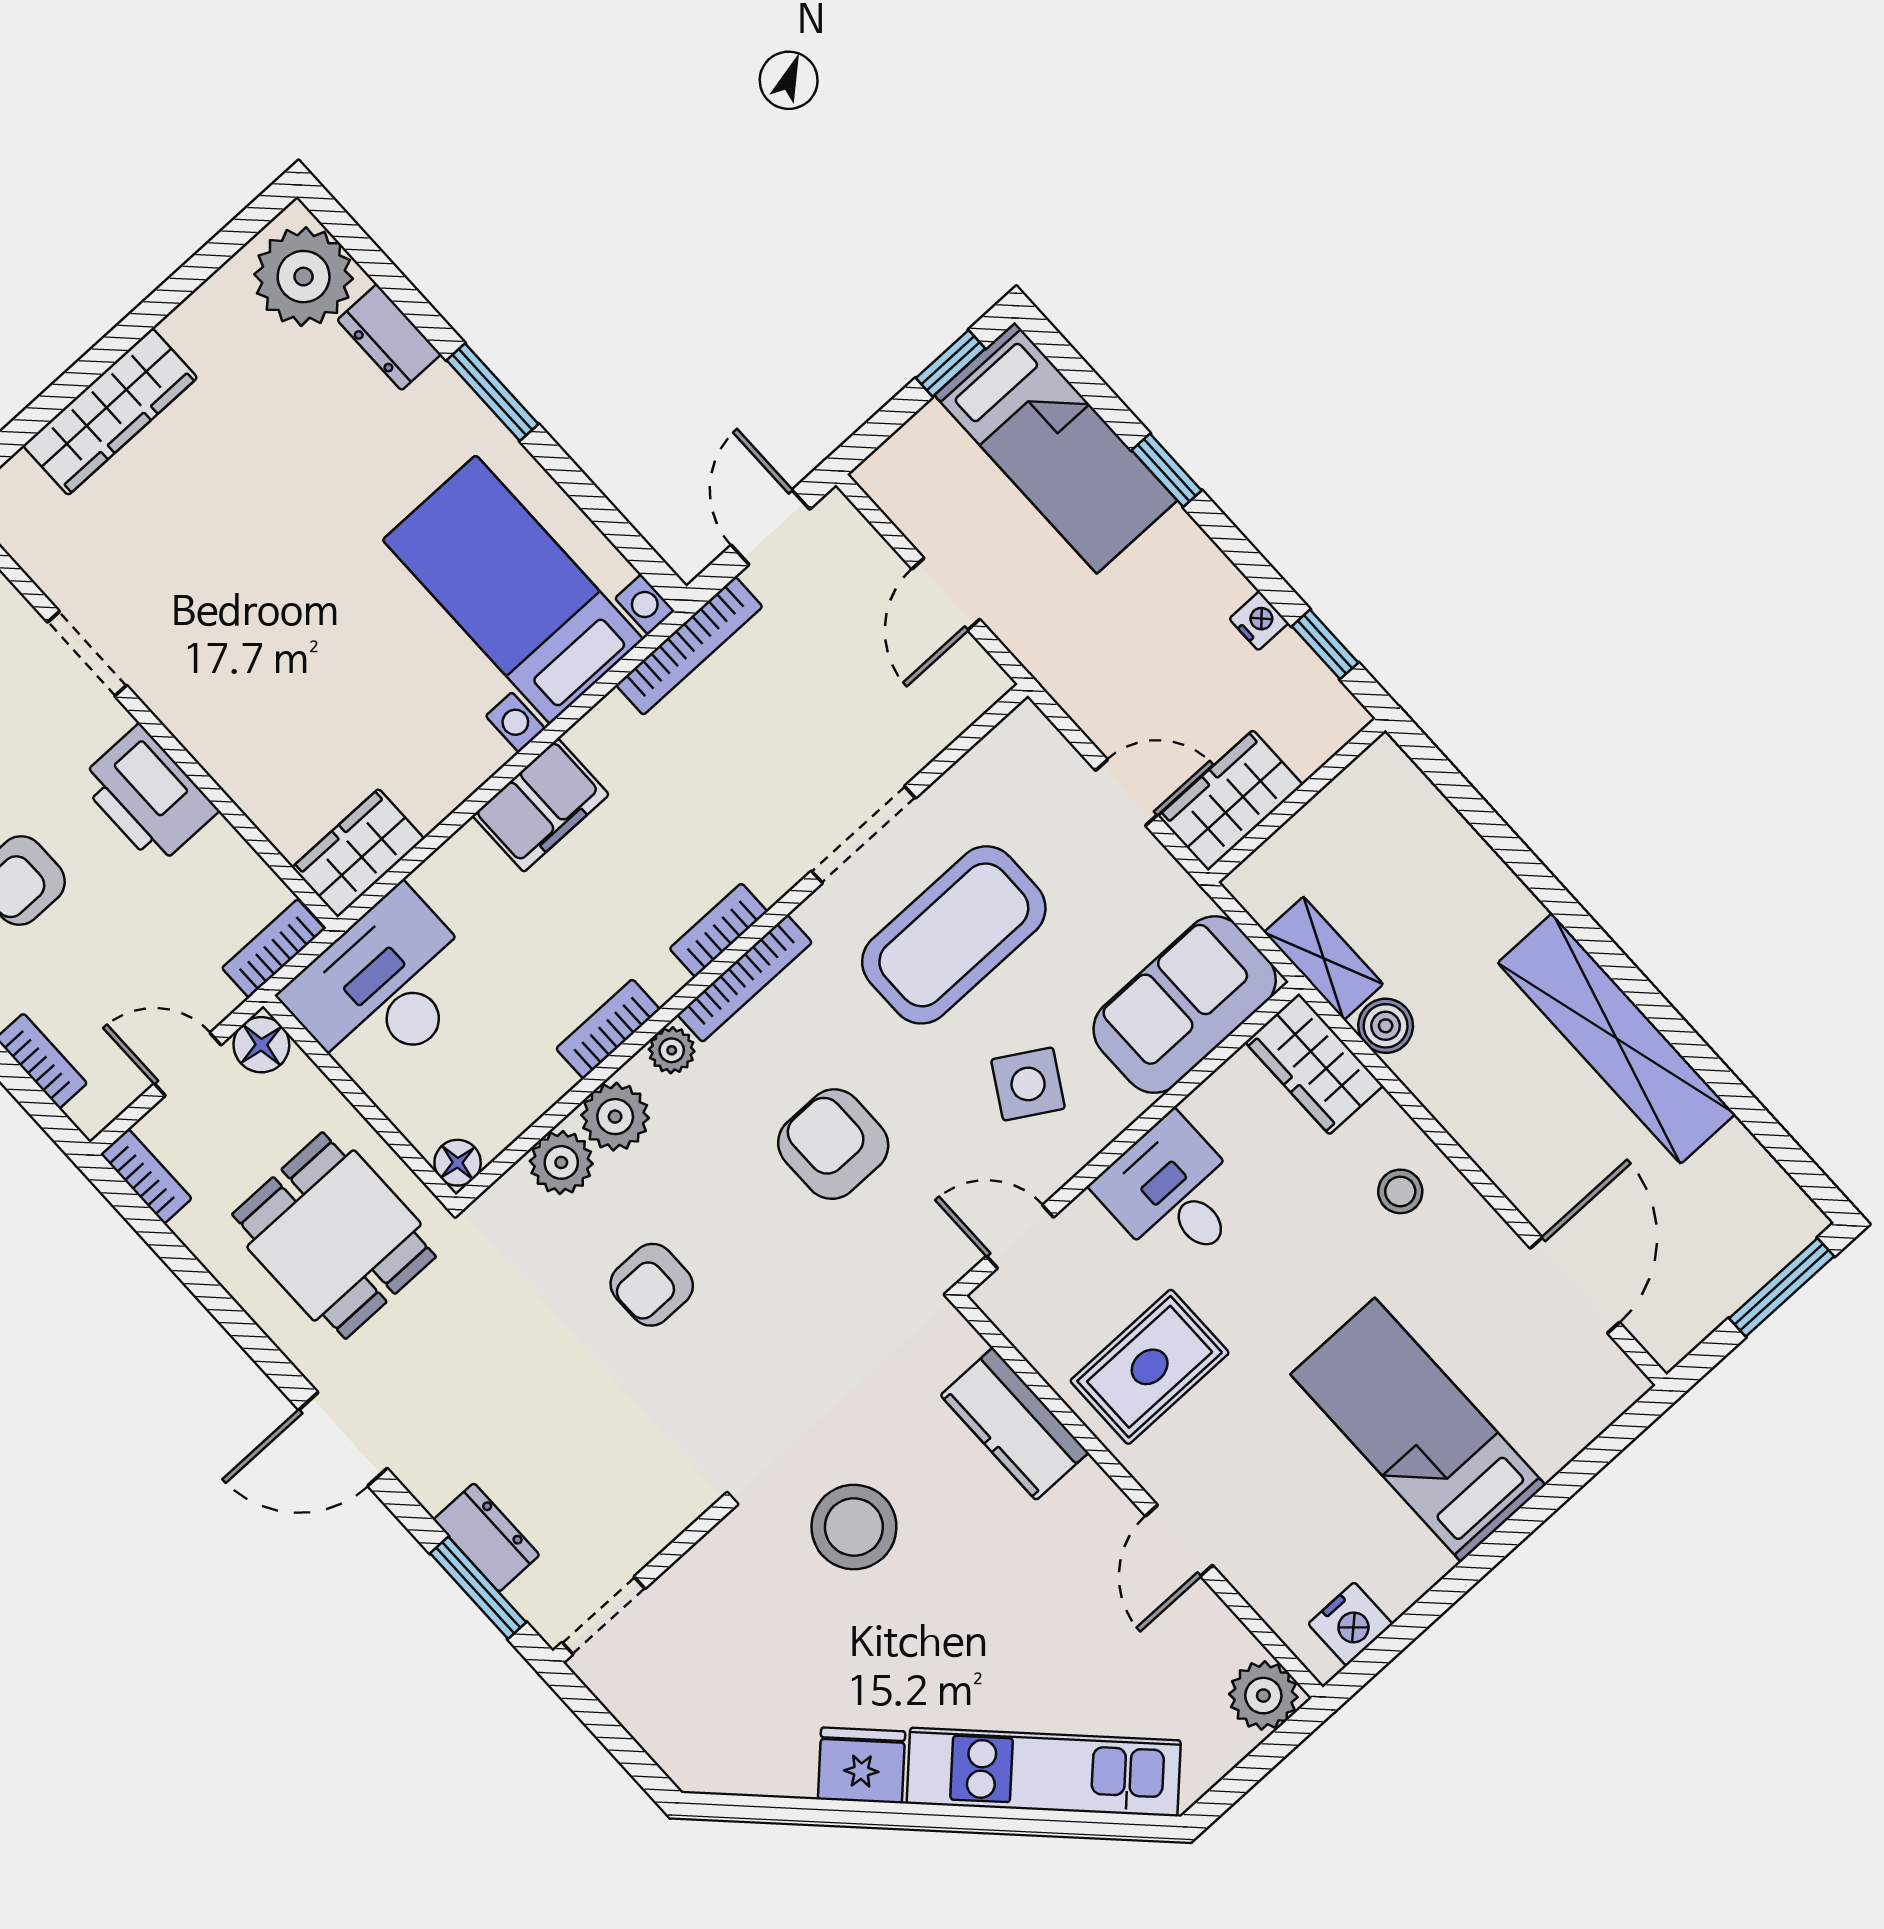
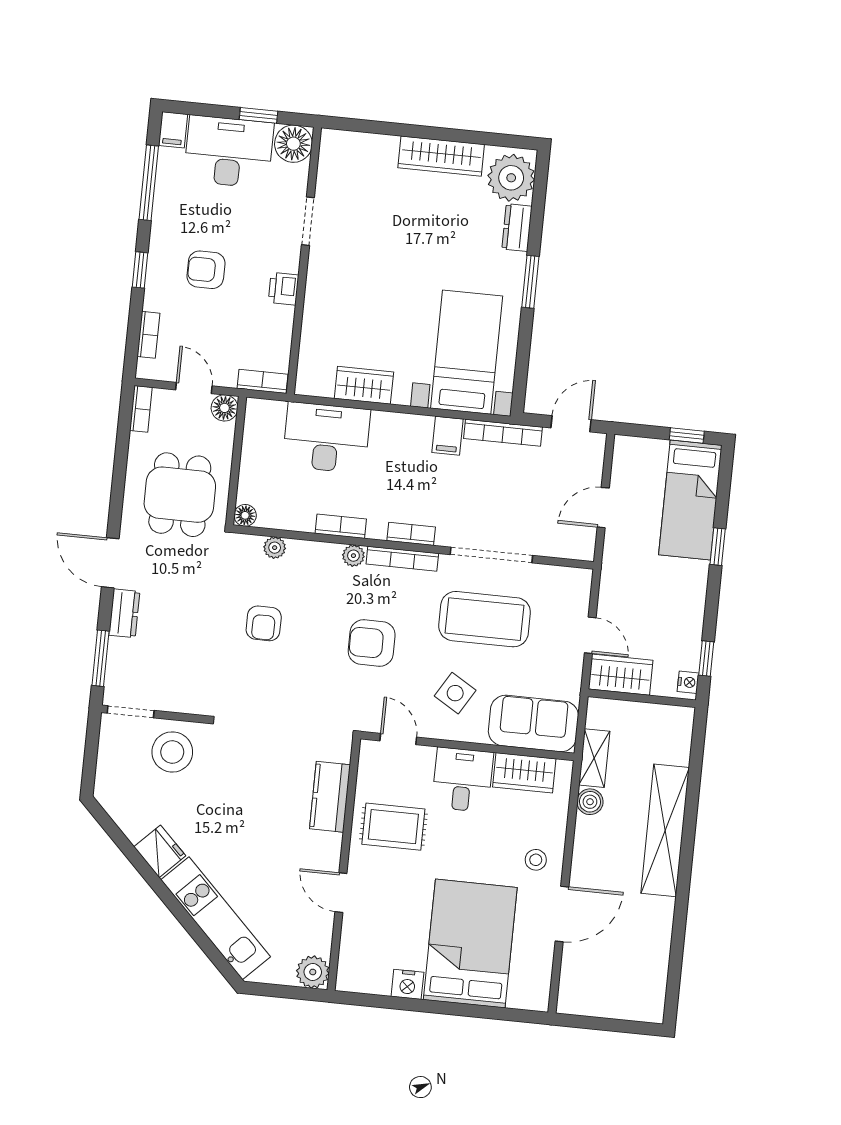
wardrobe: (110, 412) -> (441, 156), moved
nightstand: (1259, 621) -> (688, 682), moved
printer: (148, 795) -> (284, 289), width x0.53, depth x0.68
filing cabinet: (541, 805) -> (448, 436), moved, width x0.50
doorway: (863, 835) -> (491, 555), width x1.36
wardrobe: (358, 853) -> (364, 385), moved
desk: (384, 988) -> (326, 438), moved
shelving: (1617, 1038) -> (665, 830), moved
wardrobe: (1314, 1064) -> (524, 773), moved, turned -90
plant: (615, 1117) -> (312, 557), removed
armchair: (833, 1144) -> (372, 643), turned -90
plant: (561, 1162) -> (275, 548), width x0.73, depth x0.73
armchair: (652, 1285) -> (264, 623), turned -90
door: (1575, 1285) -> (562, 914), moved
window: (1782, 1287) -> (623, 1026), removed
bed: (1418, 1430) -> (470, 944), width x1.50
stool: (854, 1527) -> (172, 752), moved
dresser: (486, 1537) -> (124, 613), moved
door: (1179, 1541) -> (341, 893), hinge flipped
nightstand: (1350, 1624) -> (407, 984), moved

